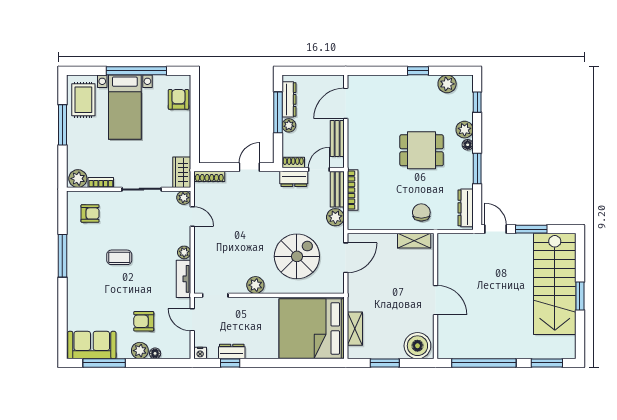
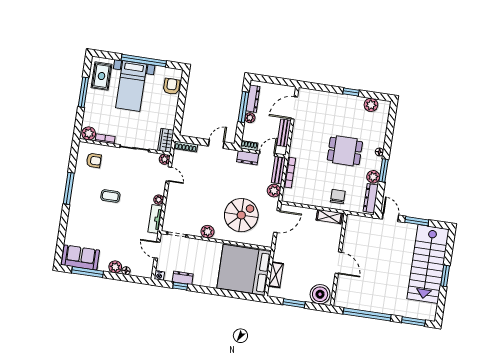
window: (477, 102) -> (391, 122), removed
plant: (465, 130) -> (373, 177), moved
armchair: (144, 321) -> (121, 246), removed

